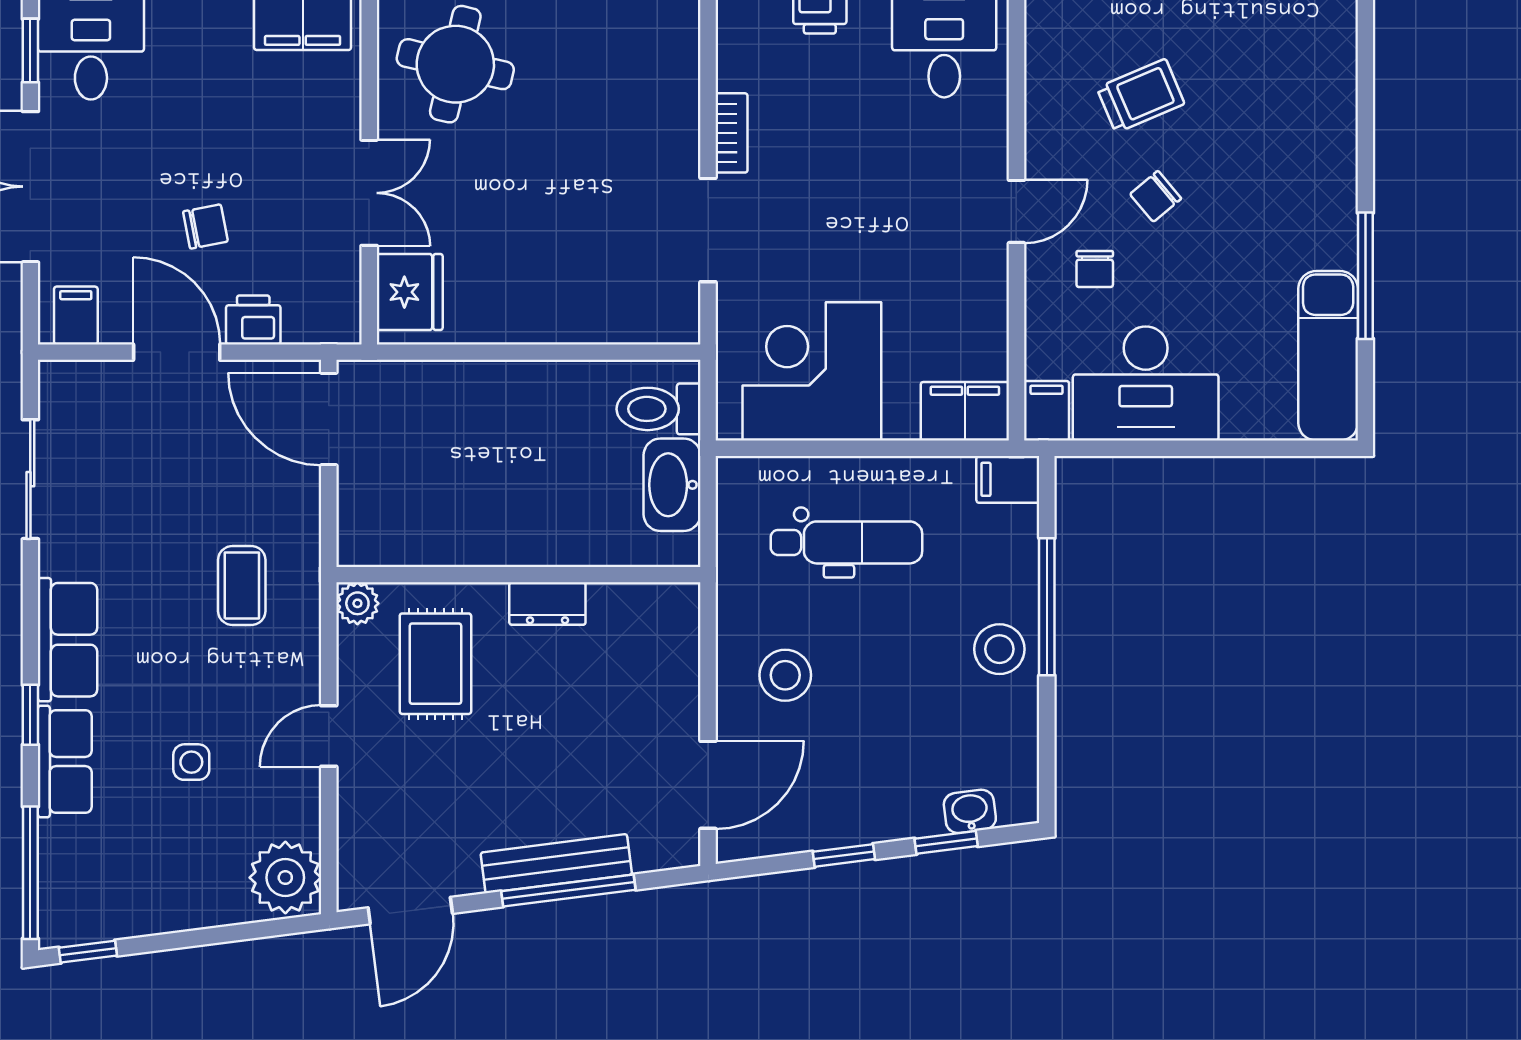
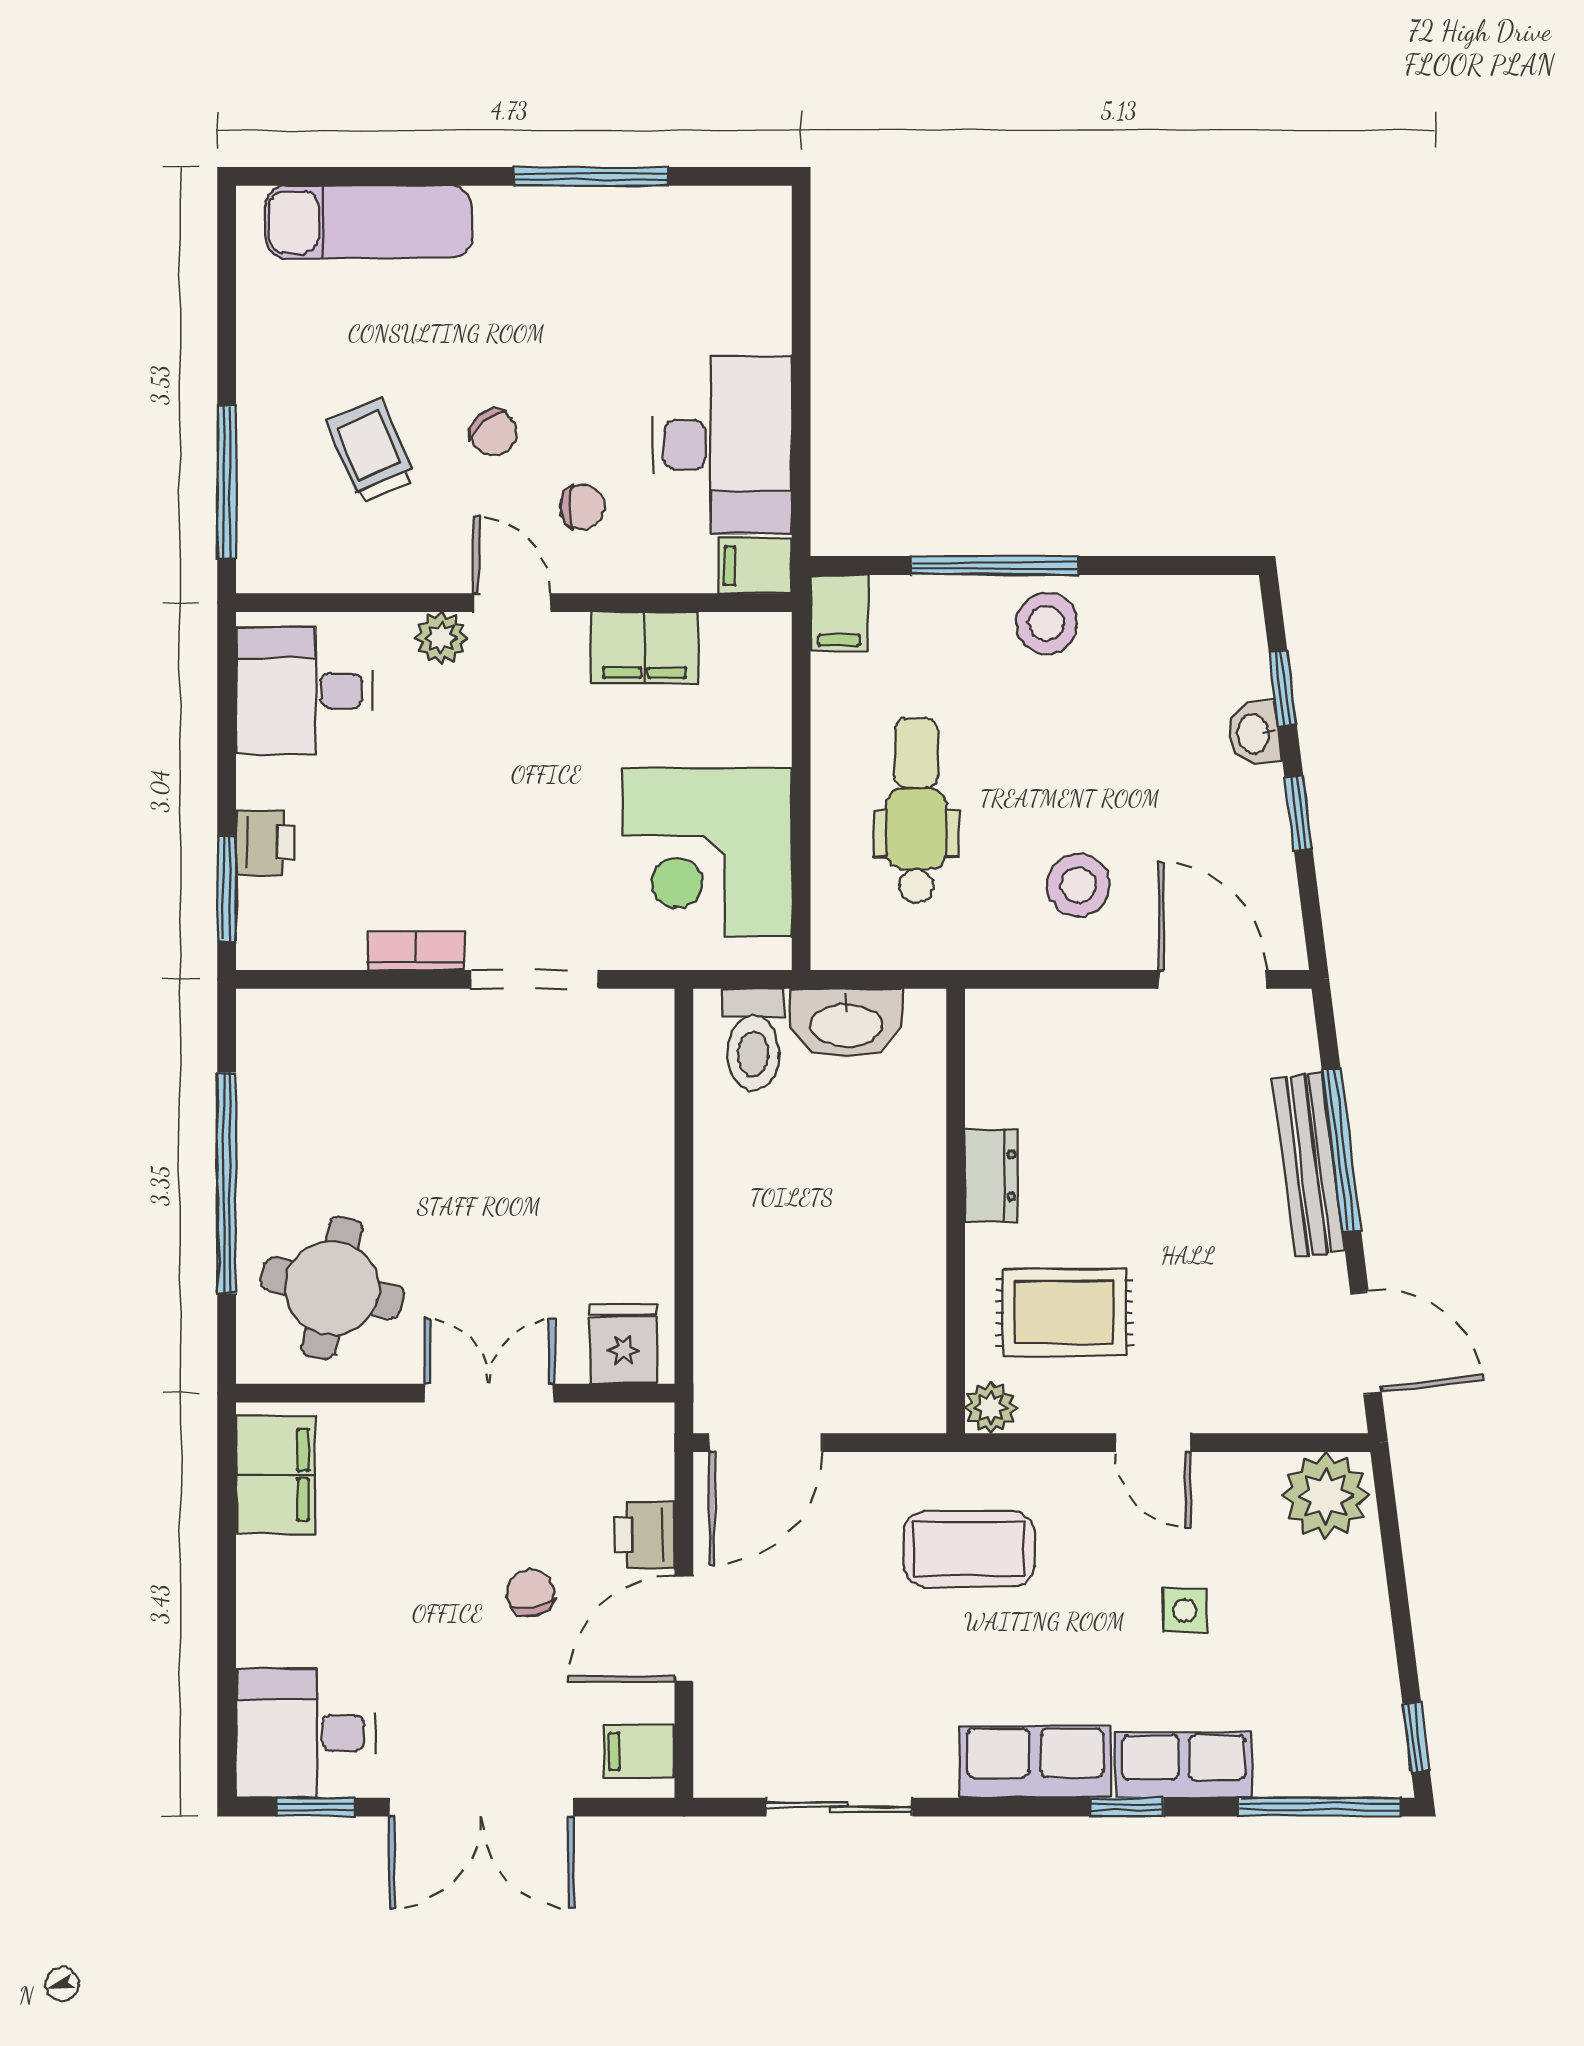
plant: (988, 153) -> (441, 638), added
fridge: (410, 292) -> (623, 1344), width x0.72
exam couch: (1328, 356) -> (368, 222), moved
filing cabinet: (965, 411) -> (645, 648), moved, turned -90
coffee table: (242, 586) -> (969, 1549), width x1.36, depth x1.30
washbasin: (970, 811) -> (1254, 734), moved

